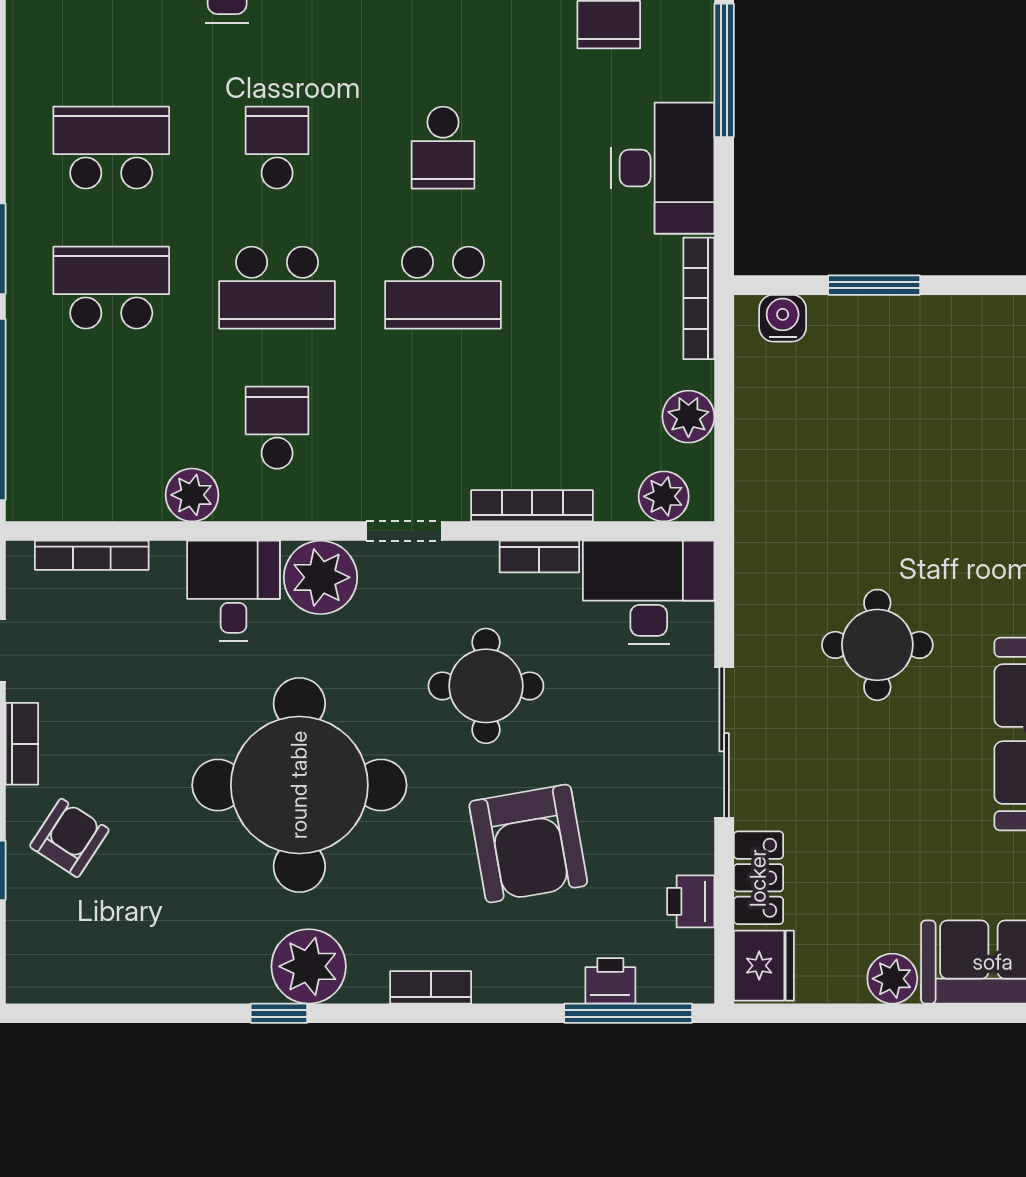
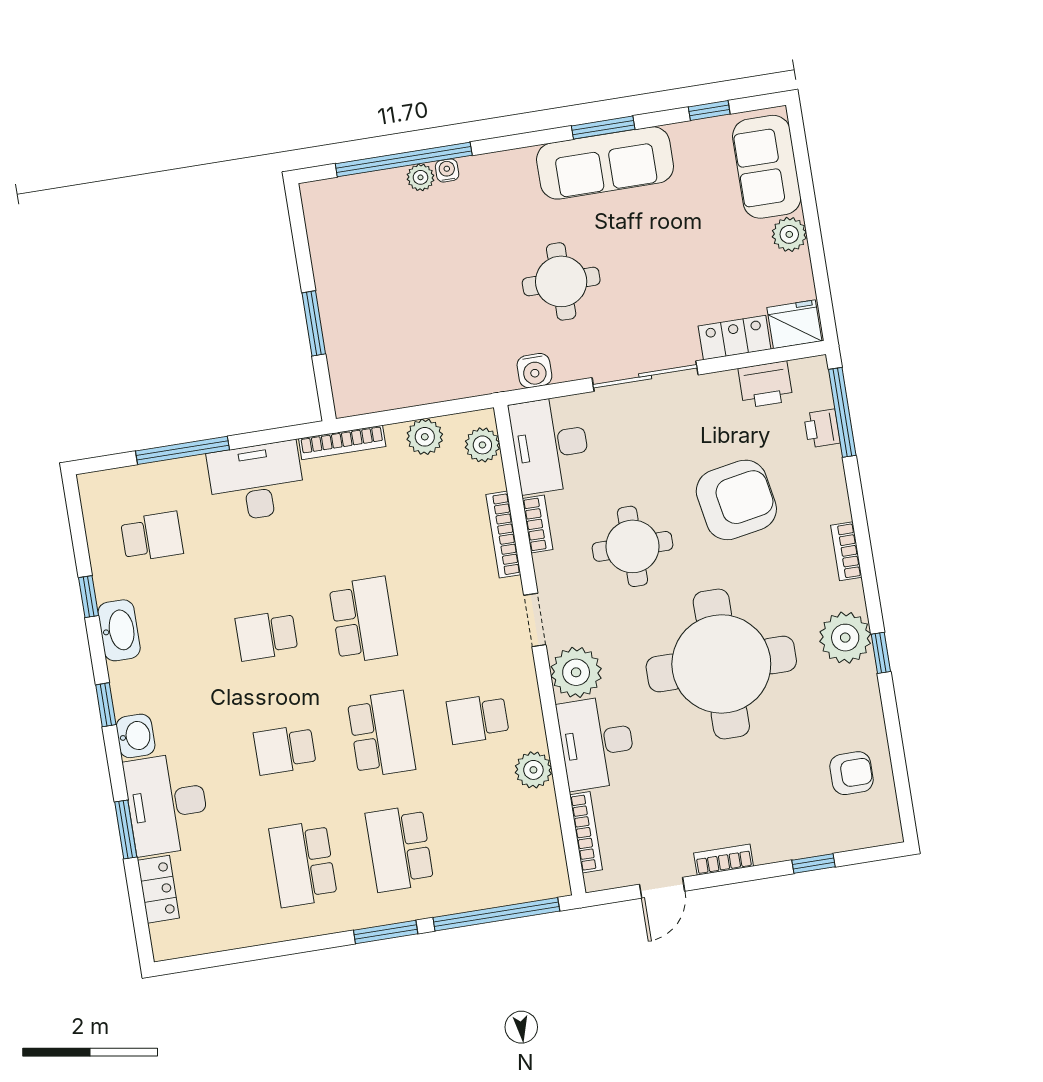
school desk: (443, 148) -> (267, 635), turned 180
water cooler: (783, 318) -> (534, 371), moved, turned -90
desk: (233, 591) -> (597, 743), width x1.37
armchair: (69, 838) -> (851, 773), moved, turned 147
printer: (691, 901) -> (765, 384), width x1.36, depth x1.24

